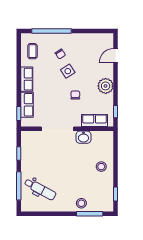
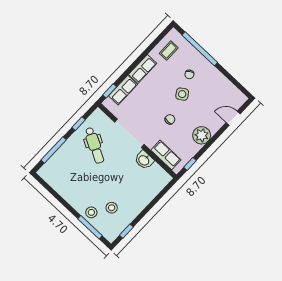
stool: (101, 167) -> (112, 208), moved
dental chair: (40, 189) -> (94, 145), moved

